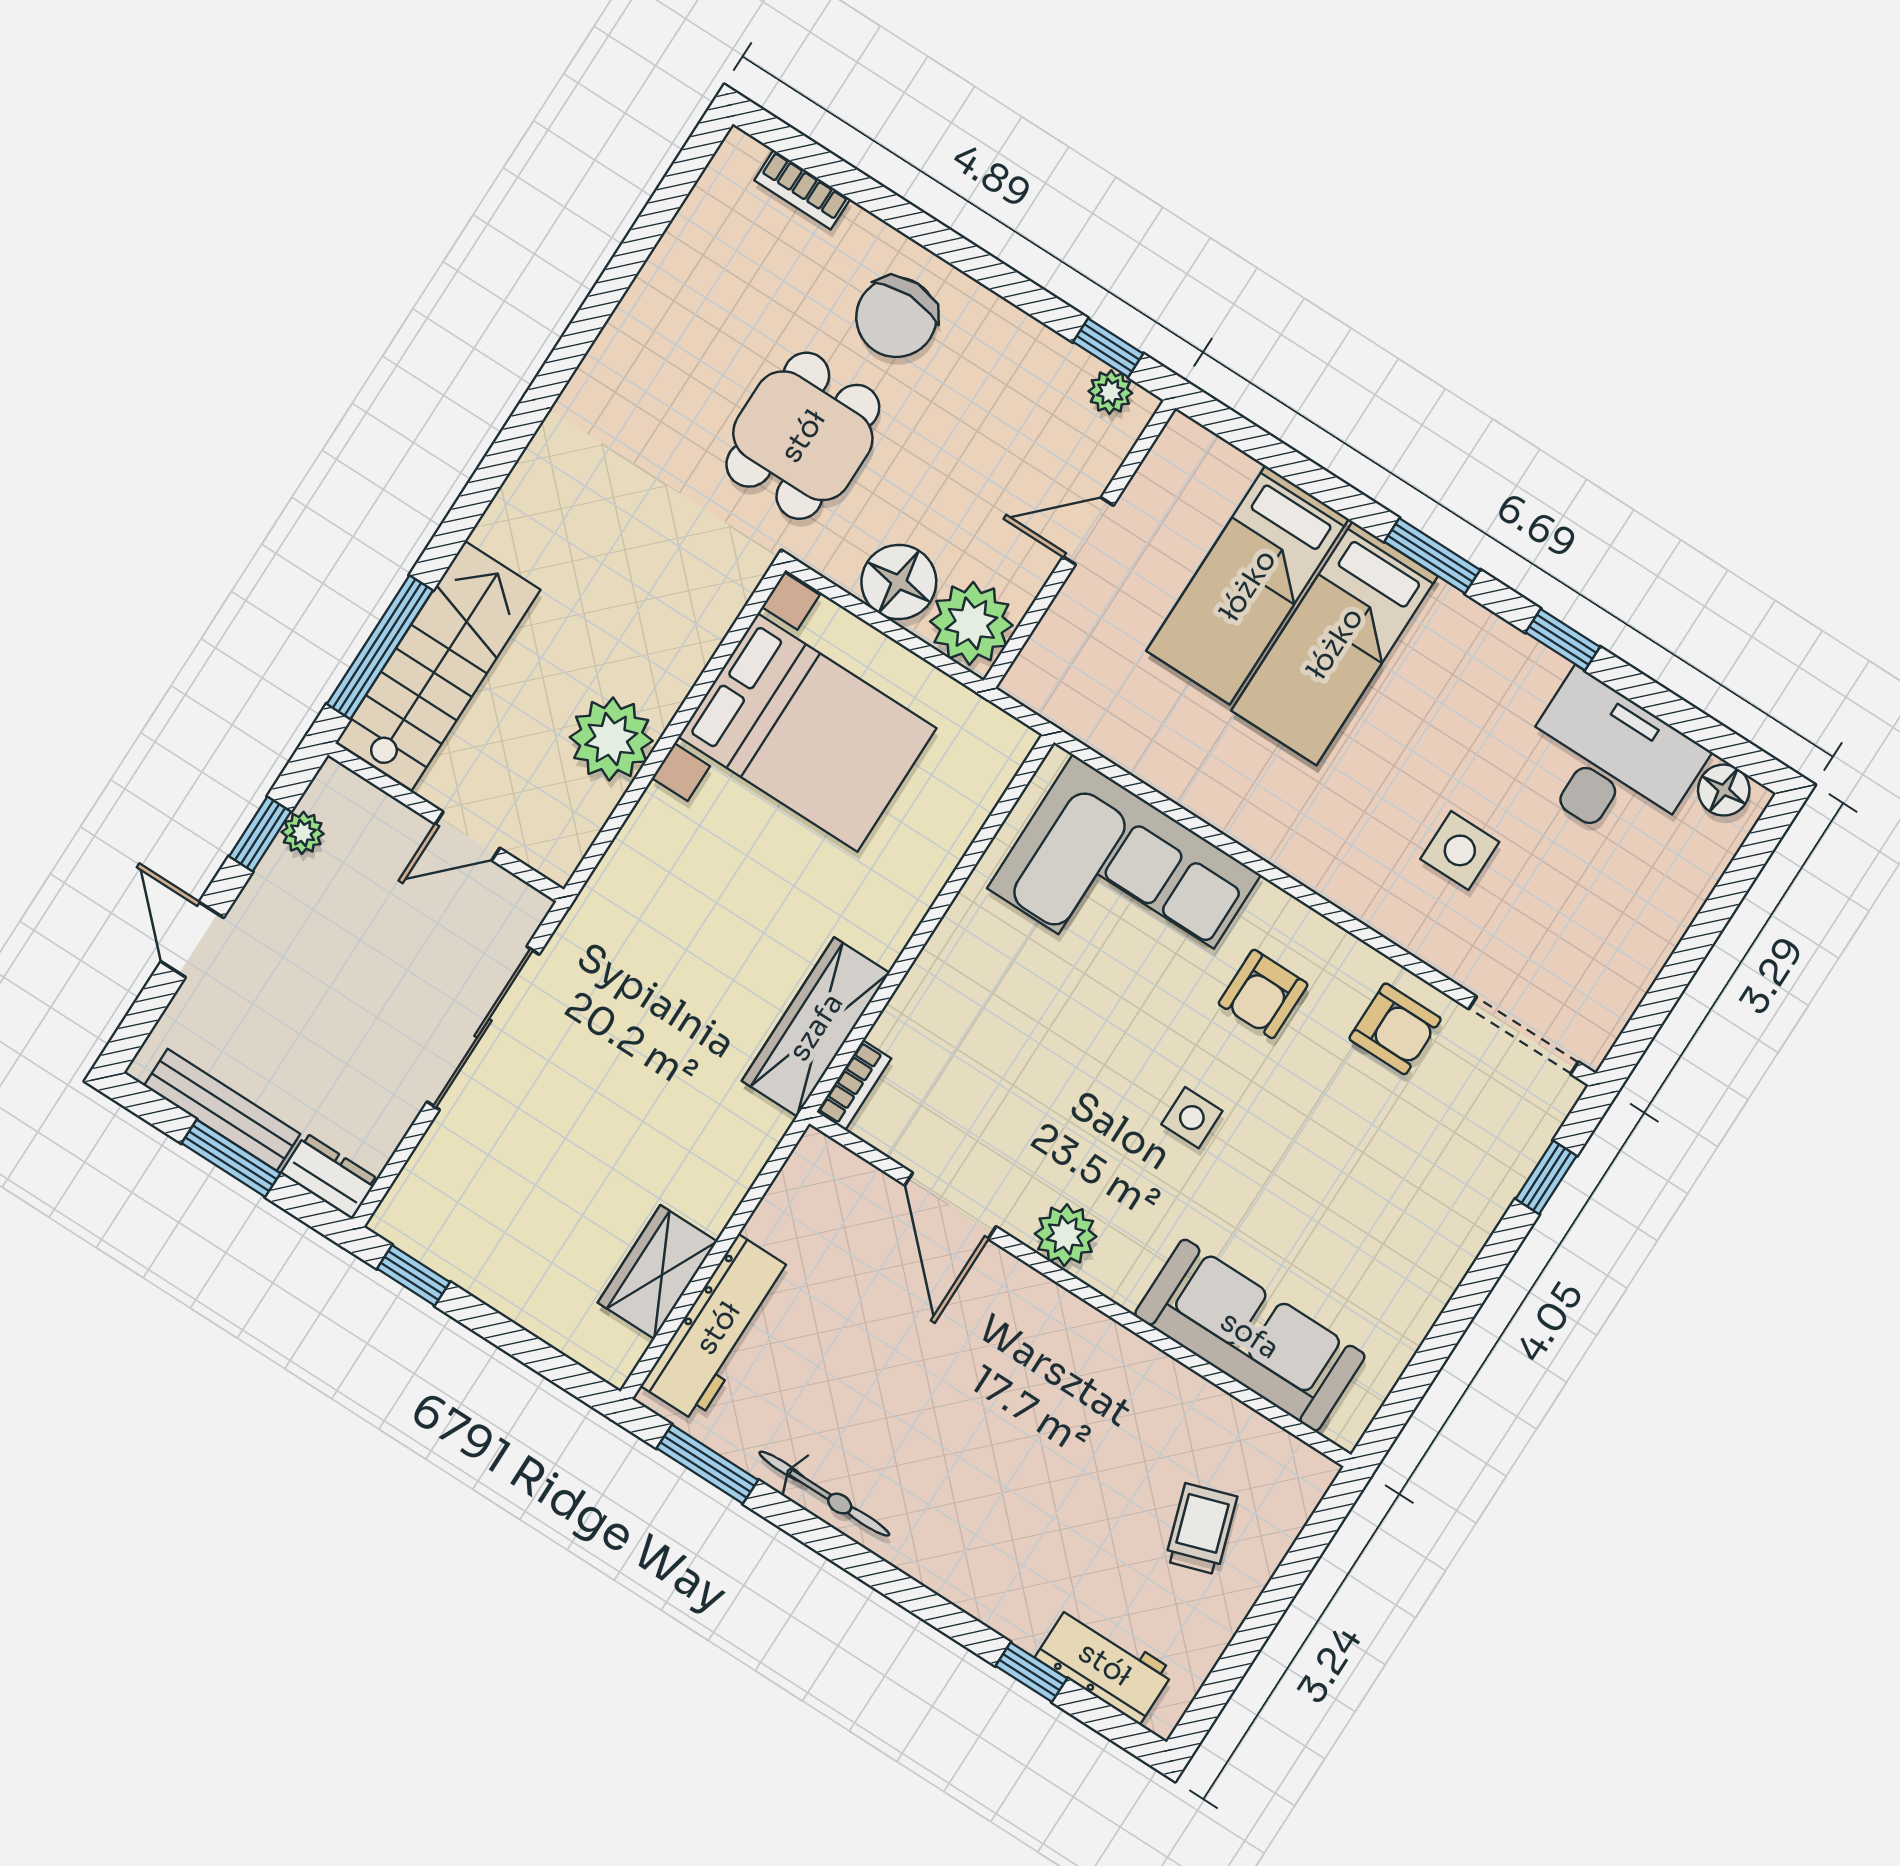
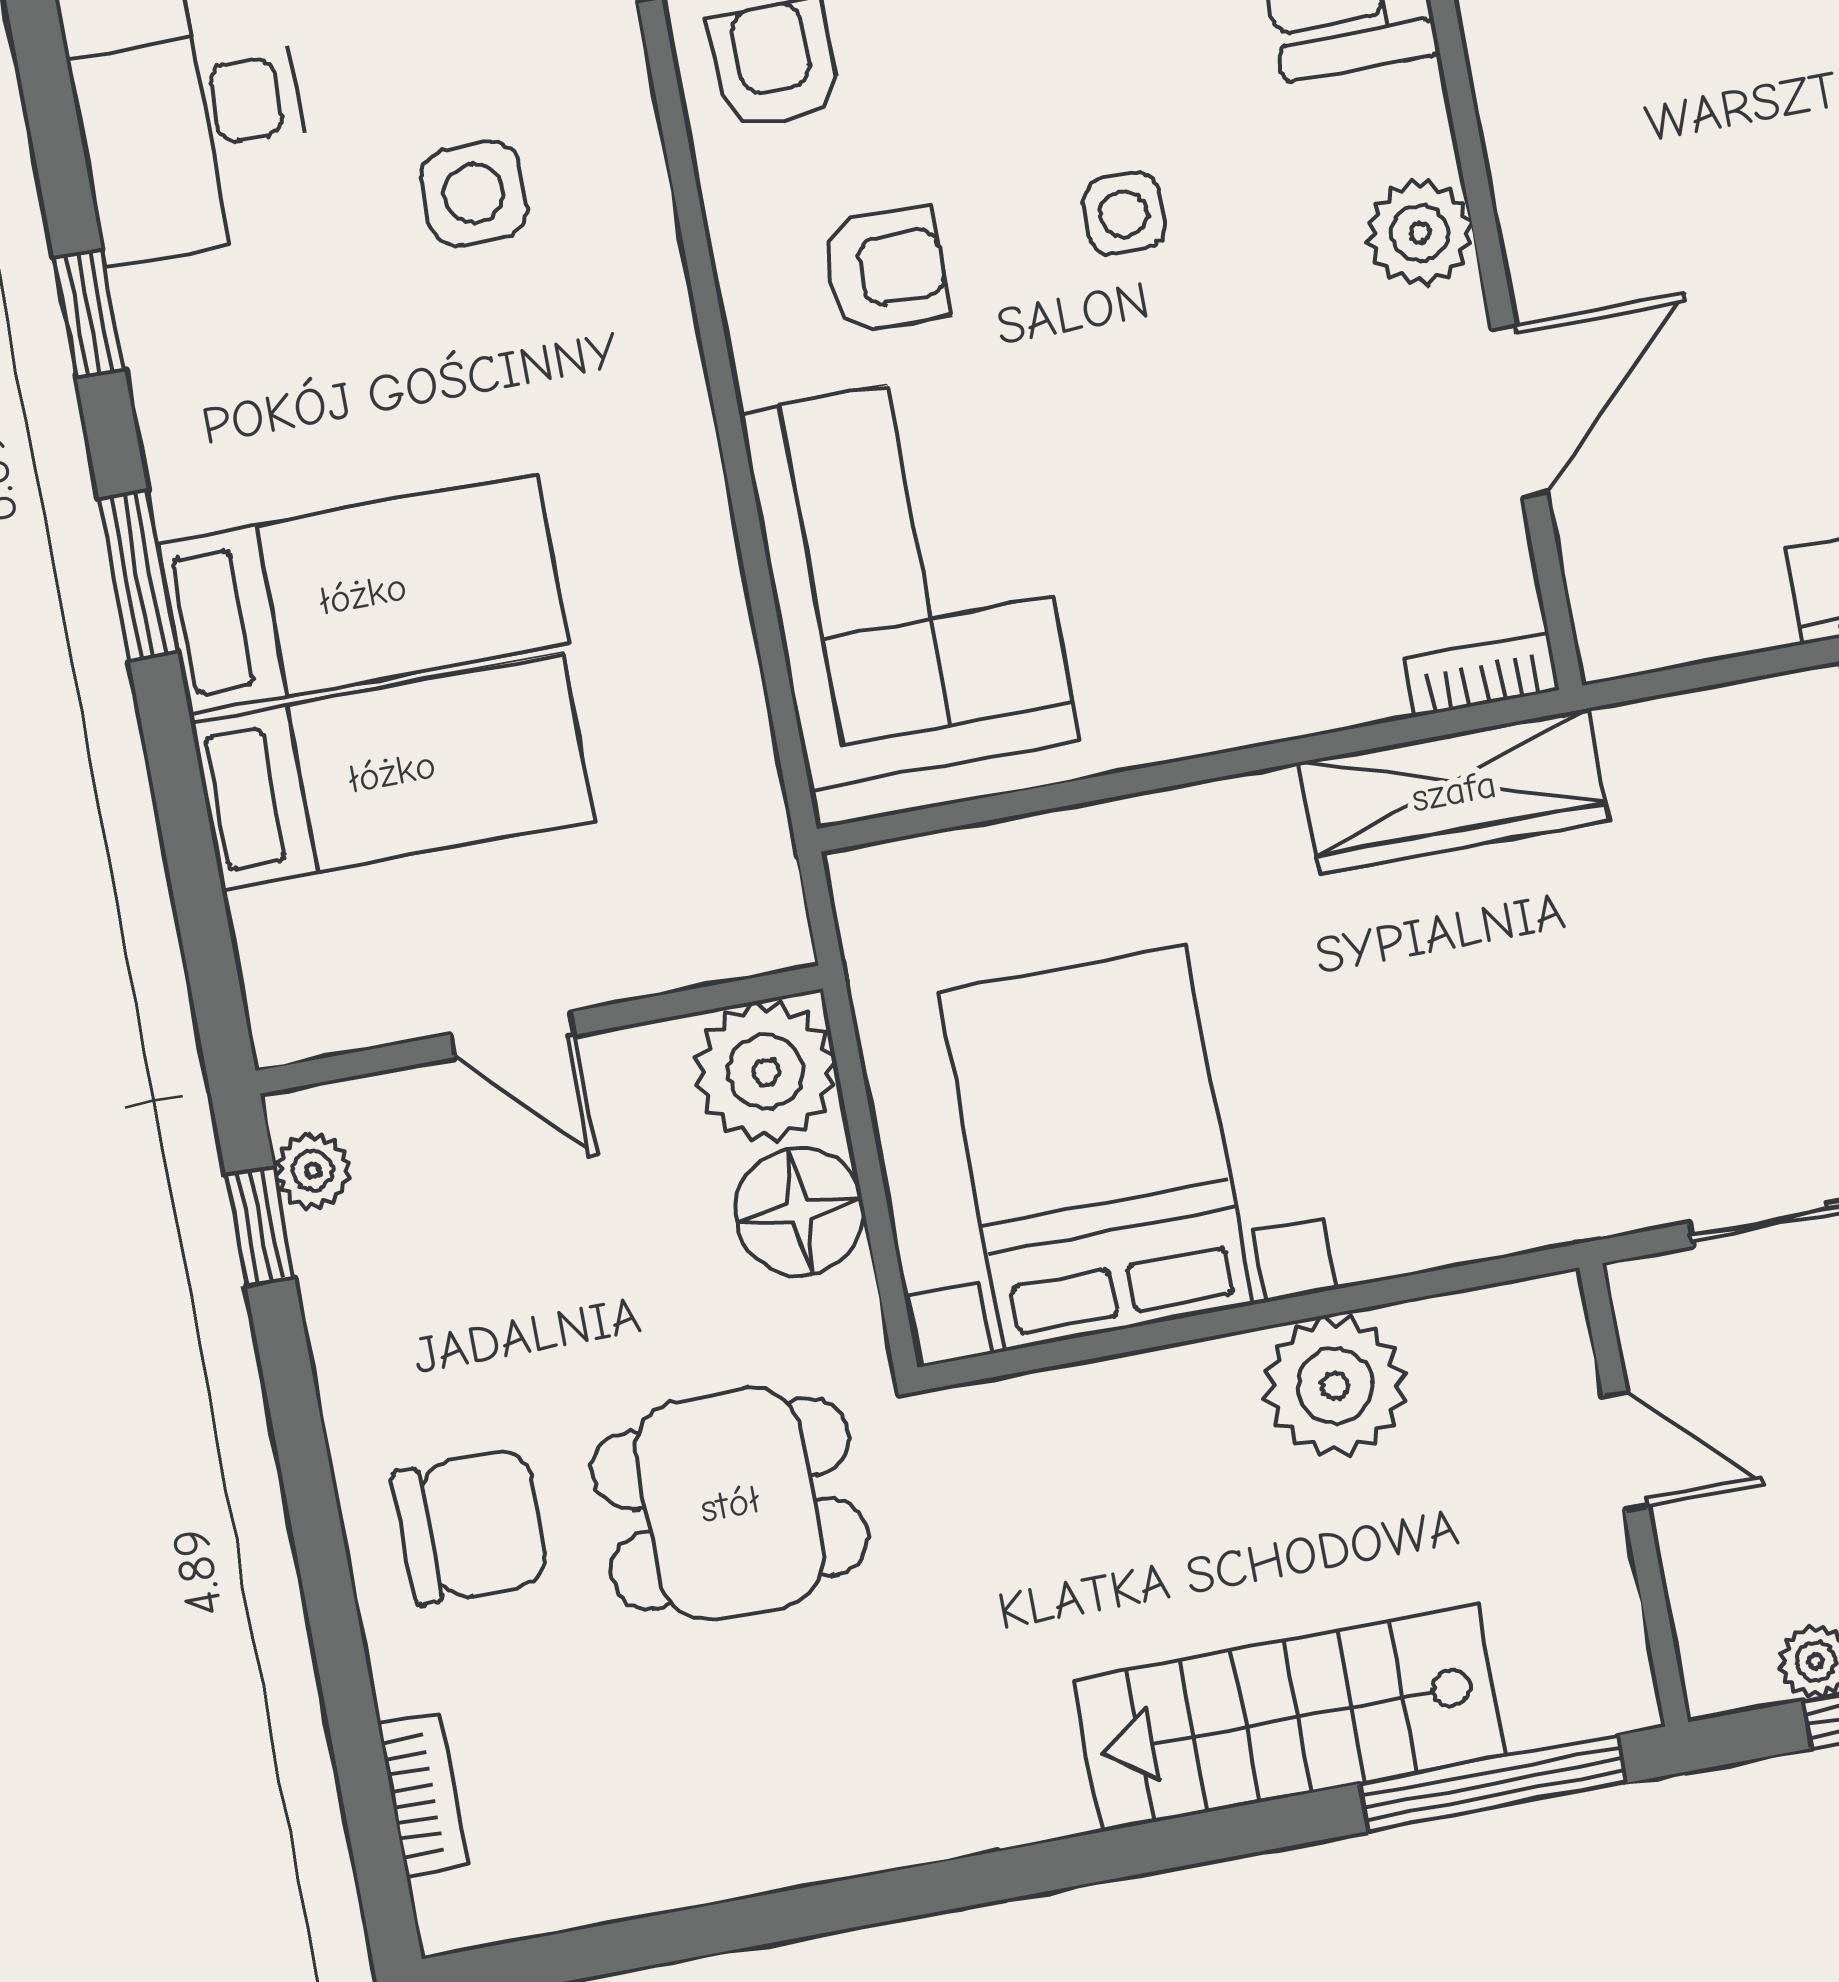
stairs: (438, 666) -> (1290, 1718), moved

